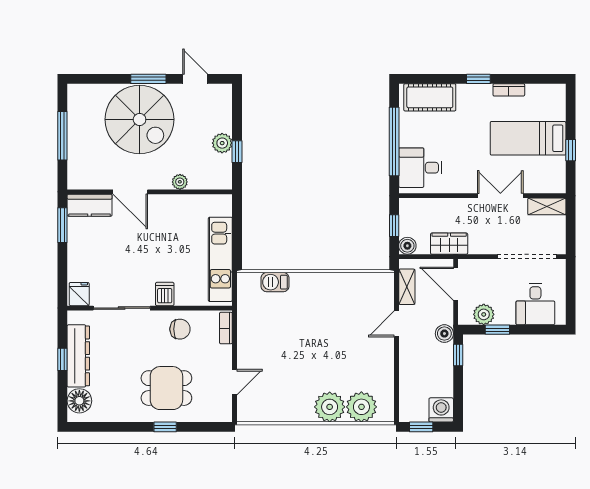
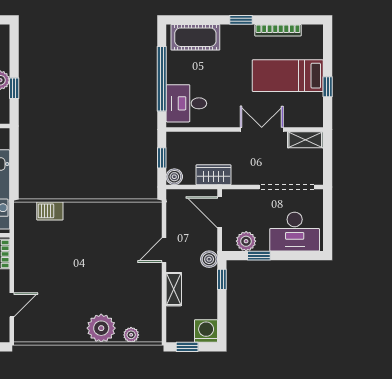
bookcase: (509, 90) -> (278, 30), width x1.56
shelving: (407, 287) -> (174, 289), moved
desk: (535, 304) -> (295, 232), width x1.37
plant: (361, 407) -> (131, 335), width x0.53, depth x0.53

